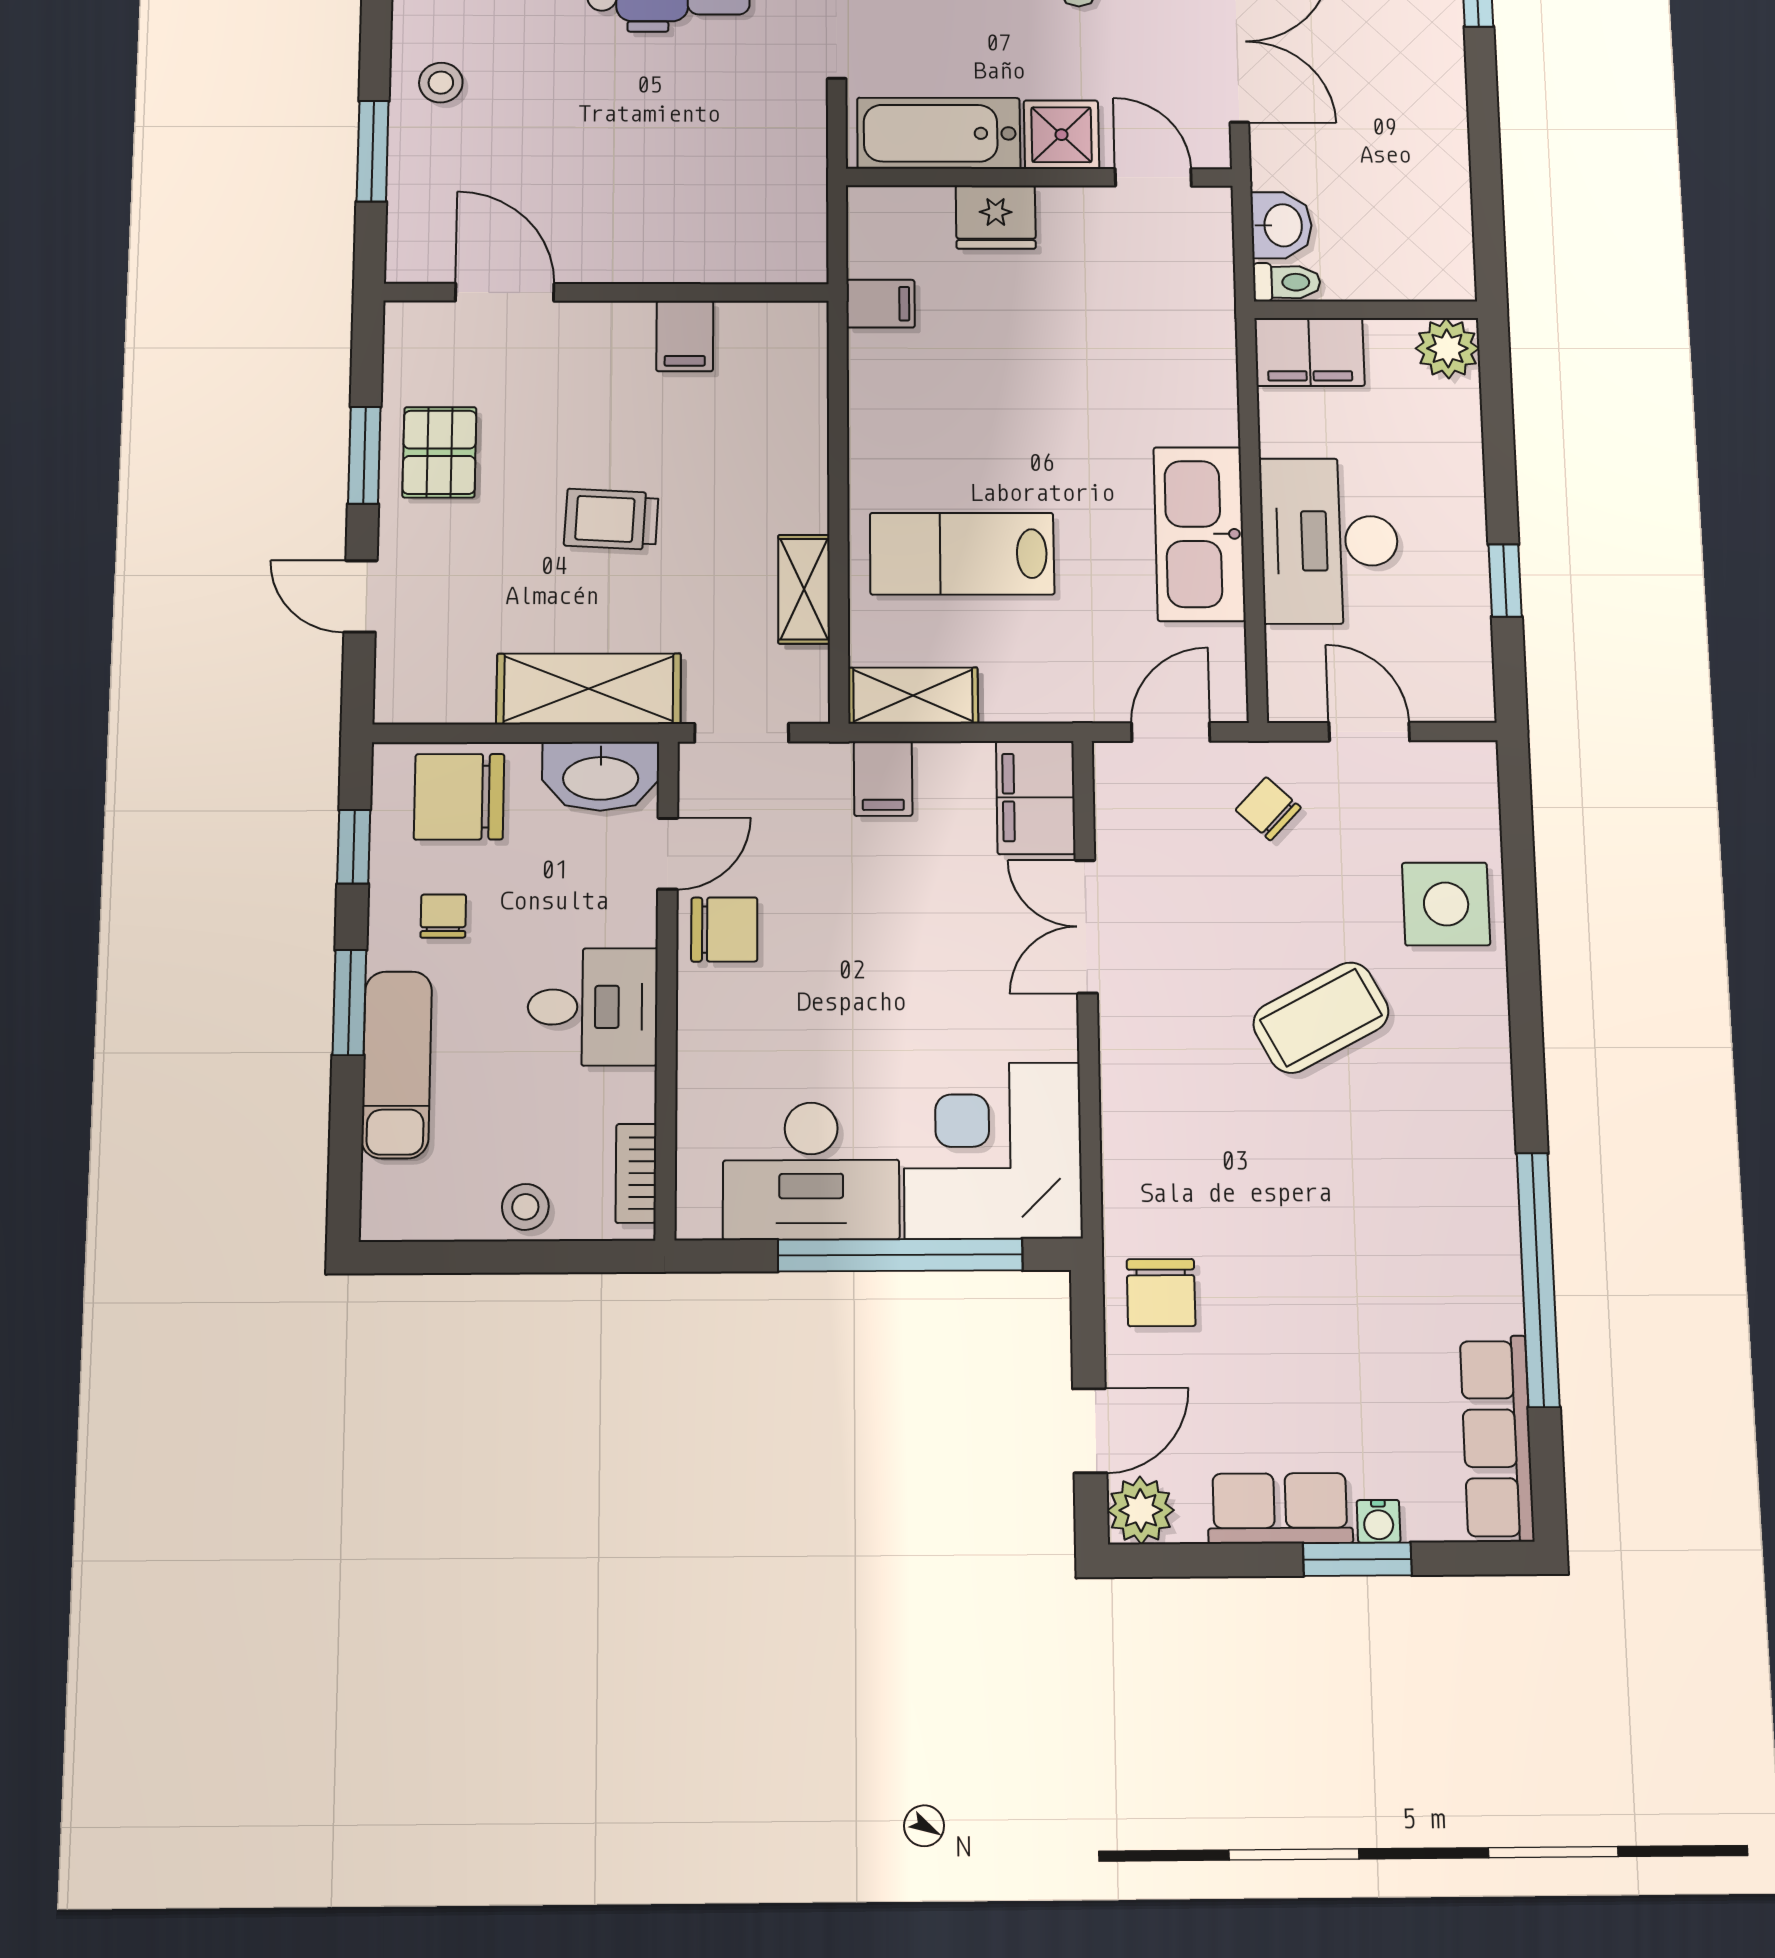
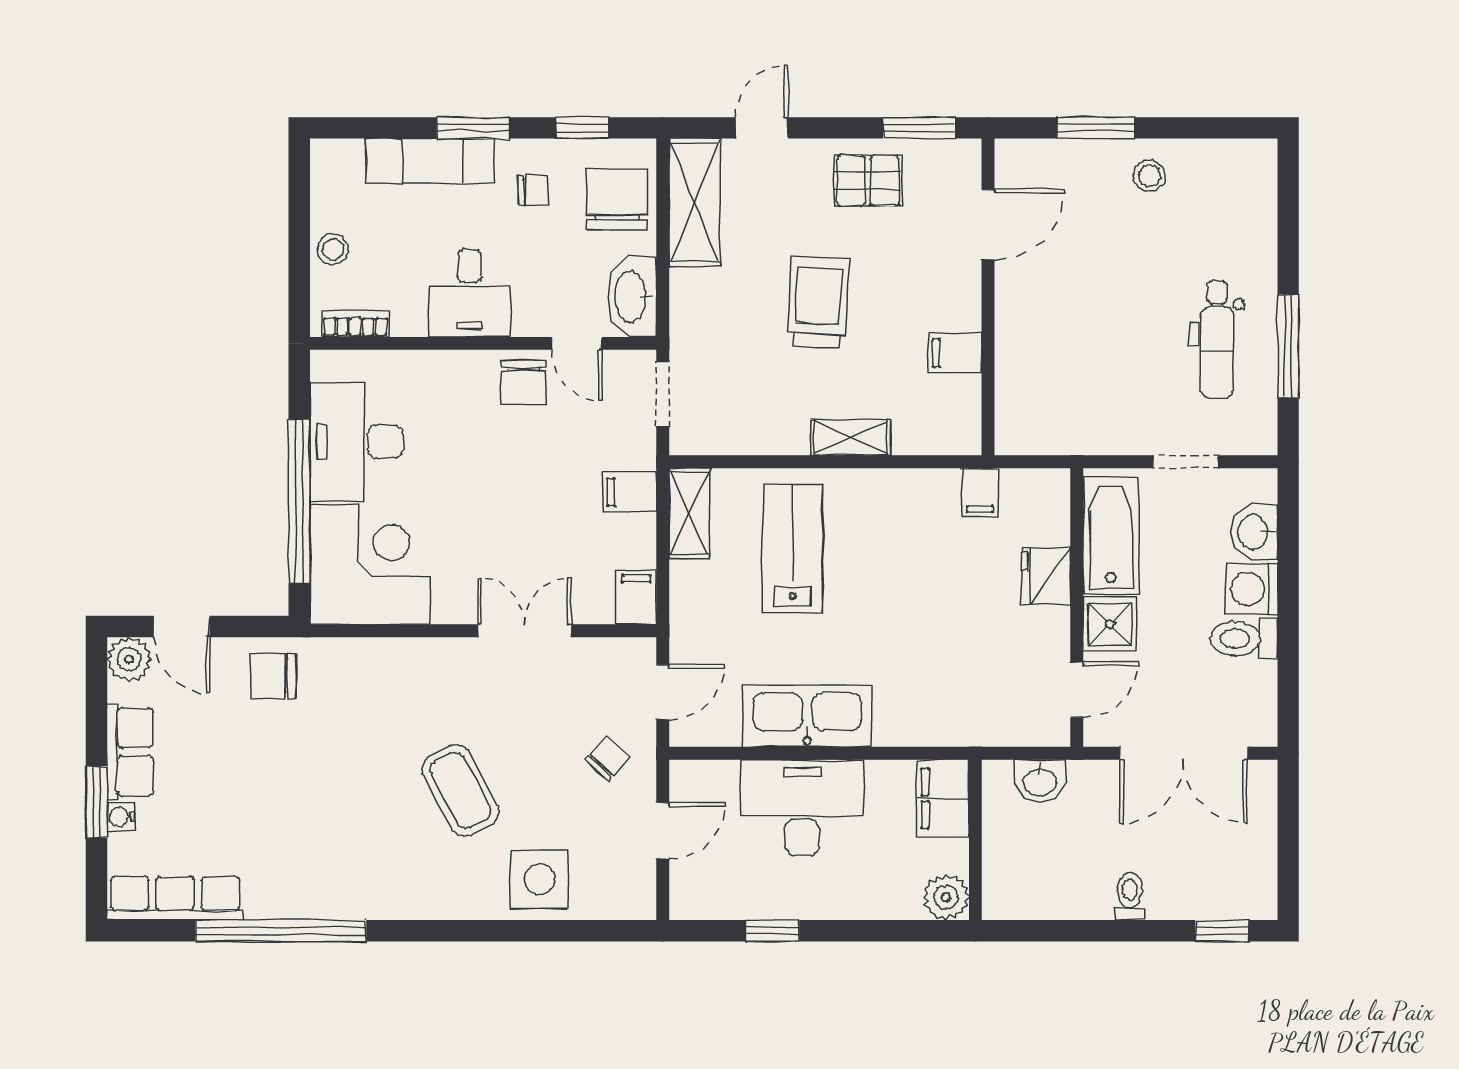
toilet: (1286, 282) -> (1130, 896), moved, turned 180
window: (364, 455) -> (919, 128), moved
trolley: (611, 519) -> (818, 302), width x1.36, depth x1.39
shelving: (804, 589) -> (851, 437), moved
shelving: (589, 689) -> (695, 202), moved
door: (1171, 732) -> (663, 692), hinge flipped
filing cabinet: (1036, 797) -> (636, 597), width x0.50

